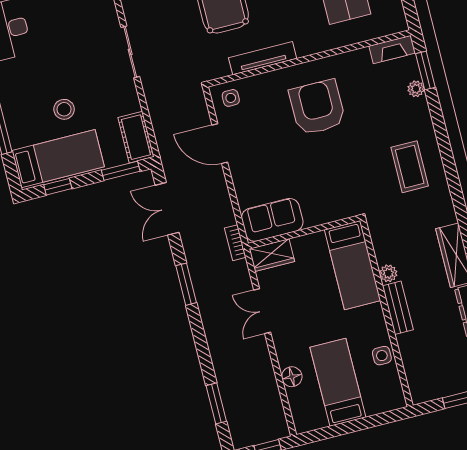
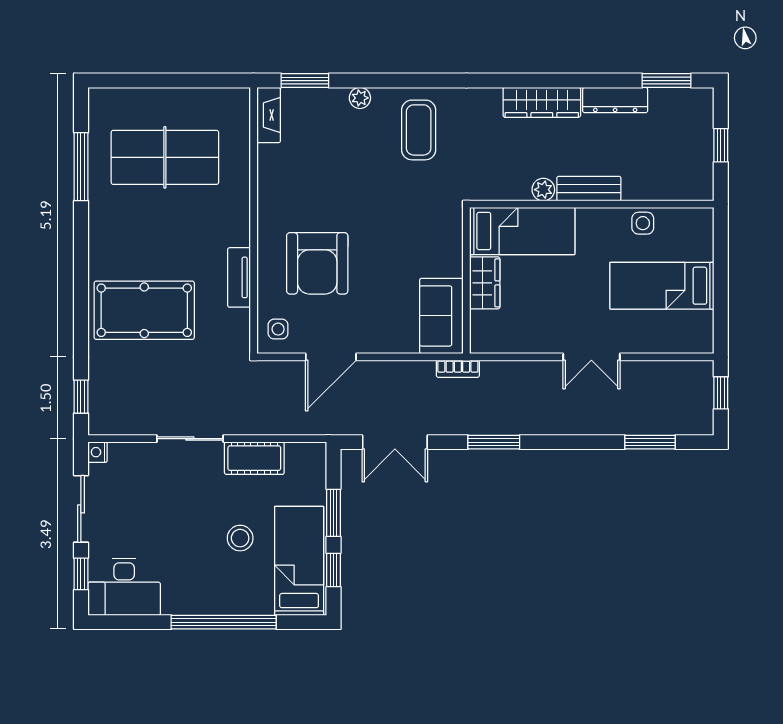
tv unit: (263, 58) -> (239, 277), width x0.71
plant: (416, 89) -> (360, 98), moved
armchair: (317, 107) -> (317, 263), moved, turned -90
cot: (136, 137) -> (254, 458), moved
coffee table: (410, 167) -> (419, 130), turned 90
window: (121, 171) -> (334, 513), moved
wardrobe: (272, 255) -> (485, 283), moved
double door: (262, 311) -> (591, 357), moved
floor lamp: (292, 377) -> (641, 341), removed

